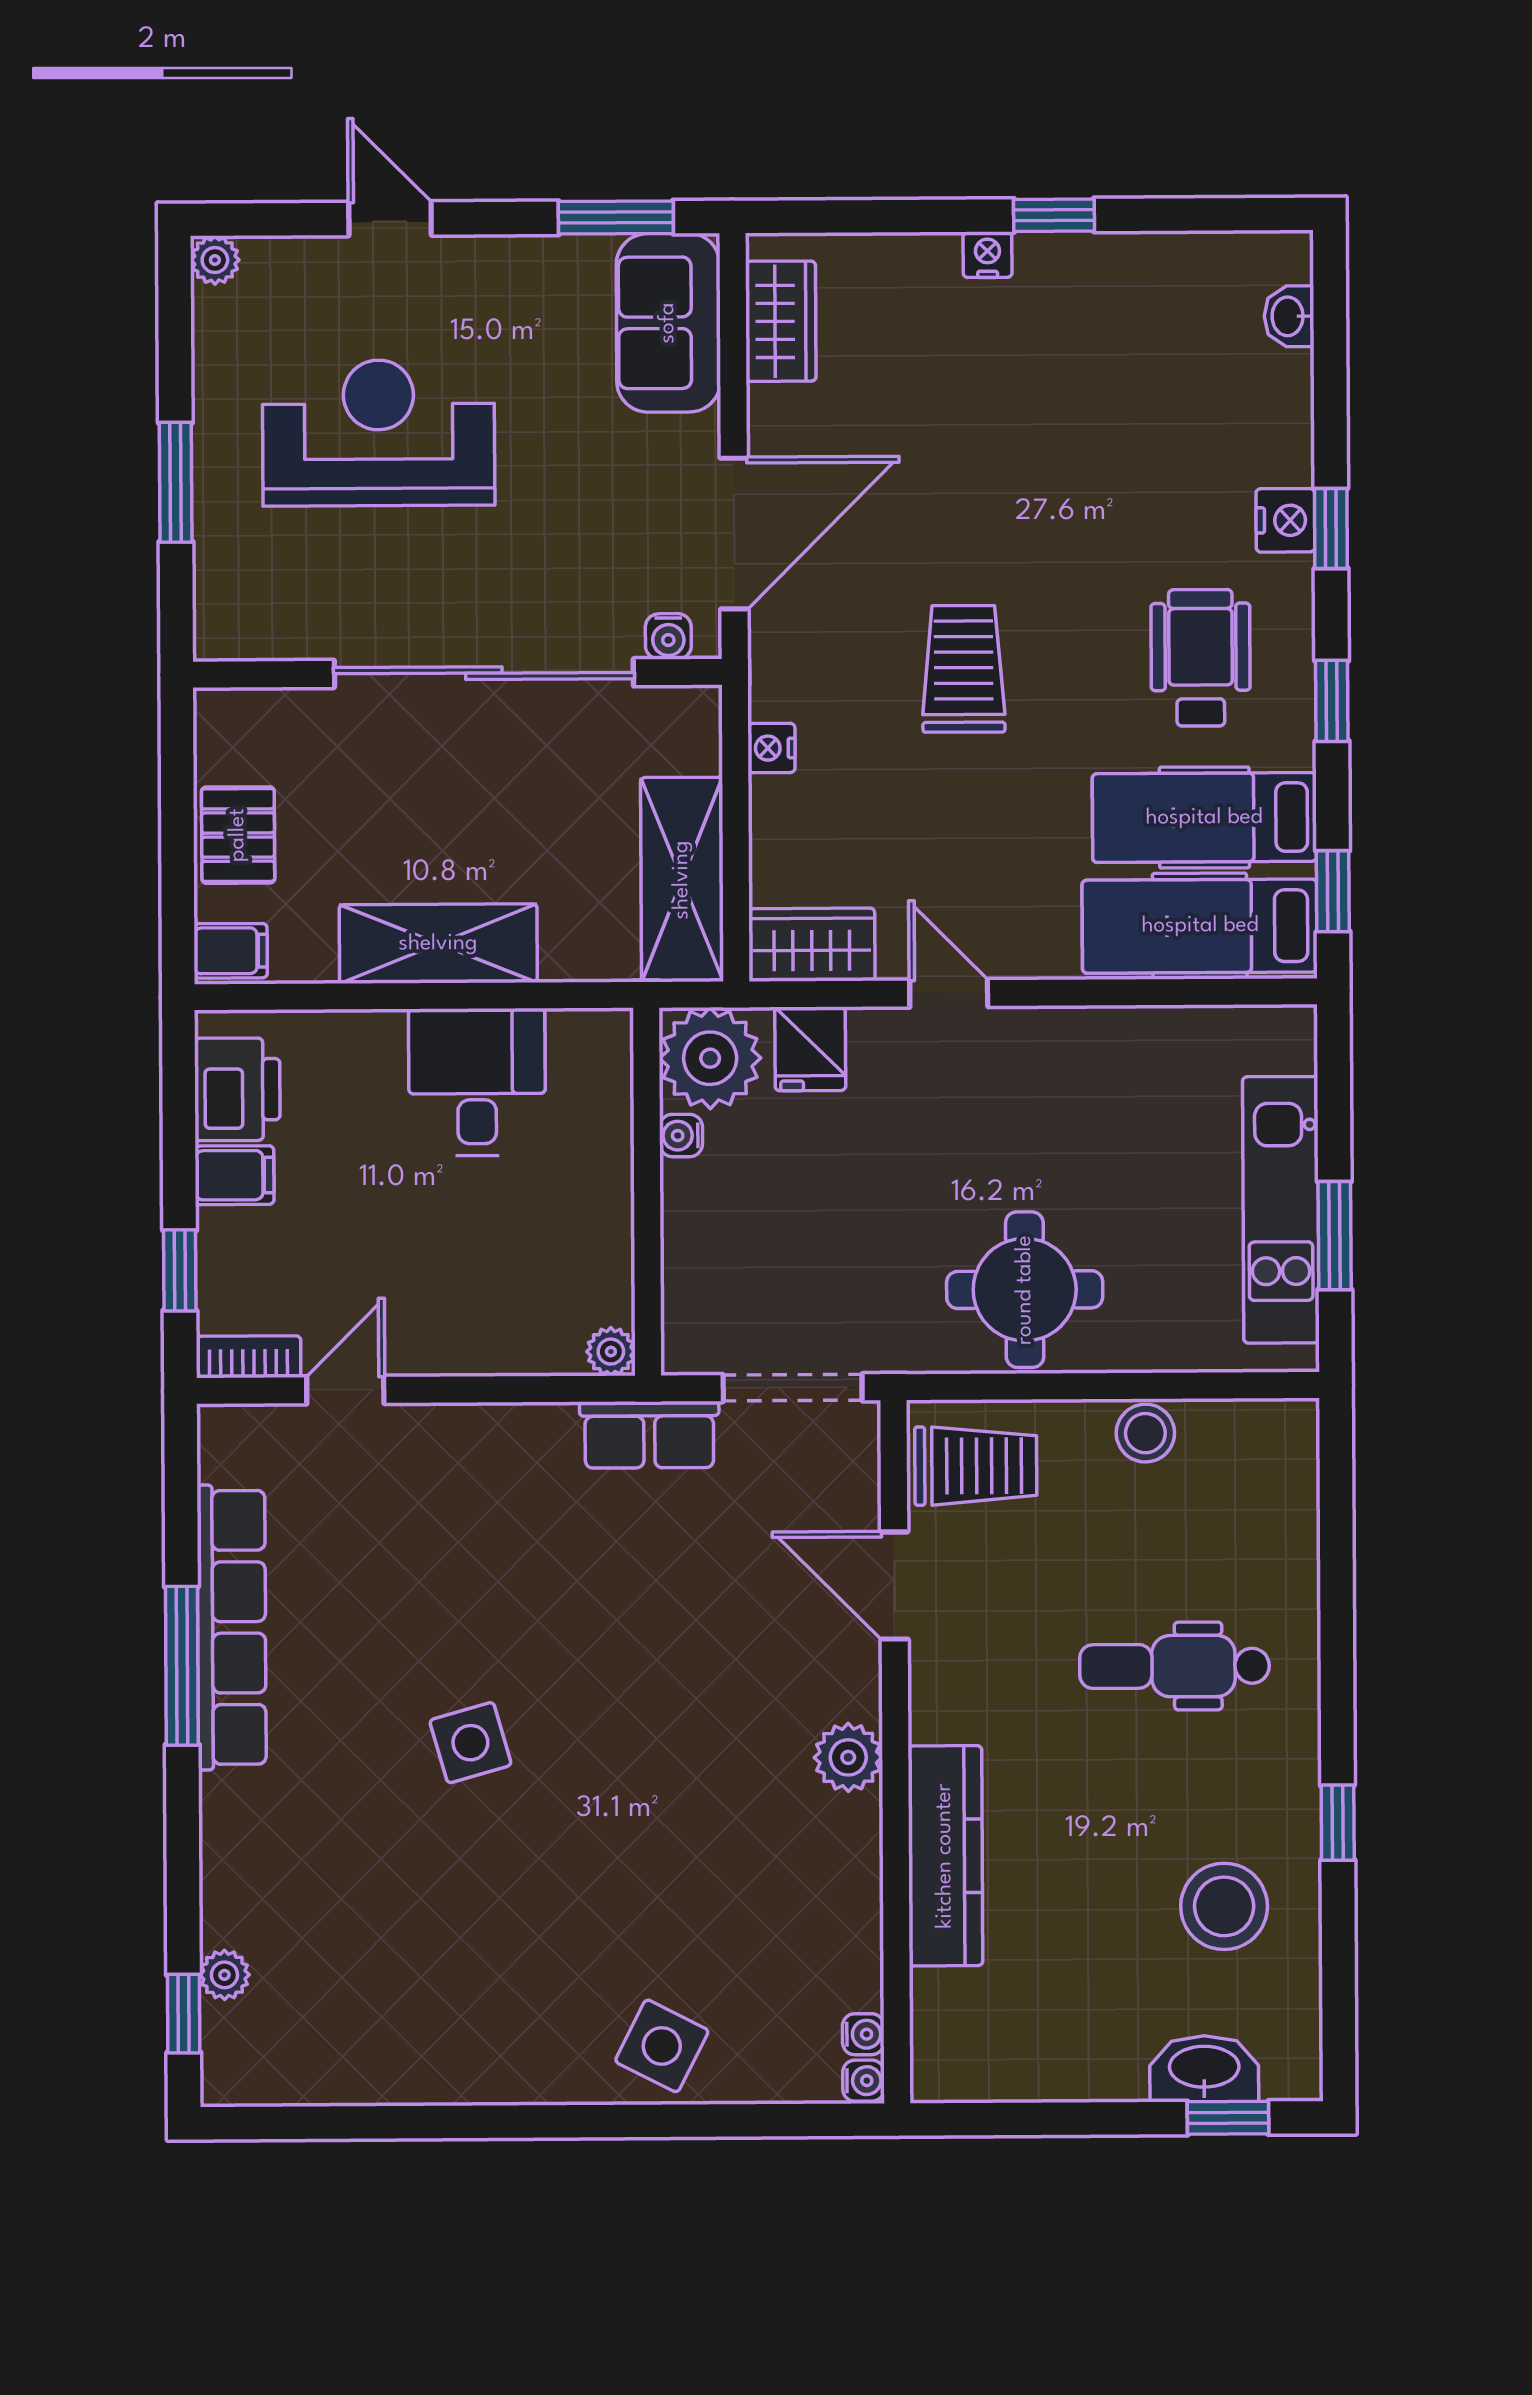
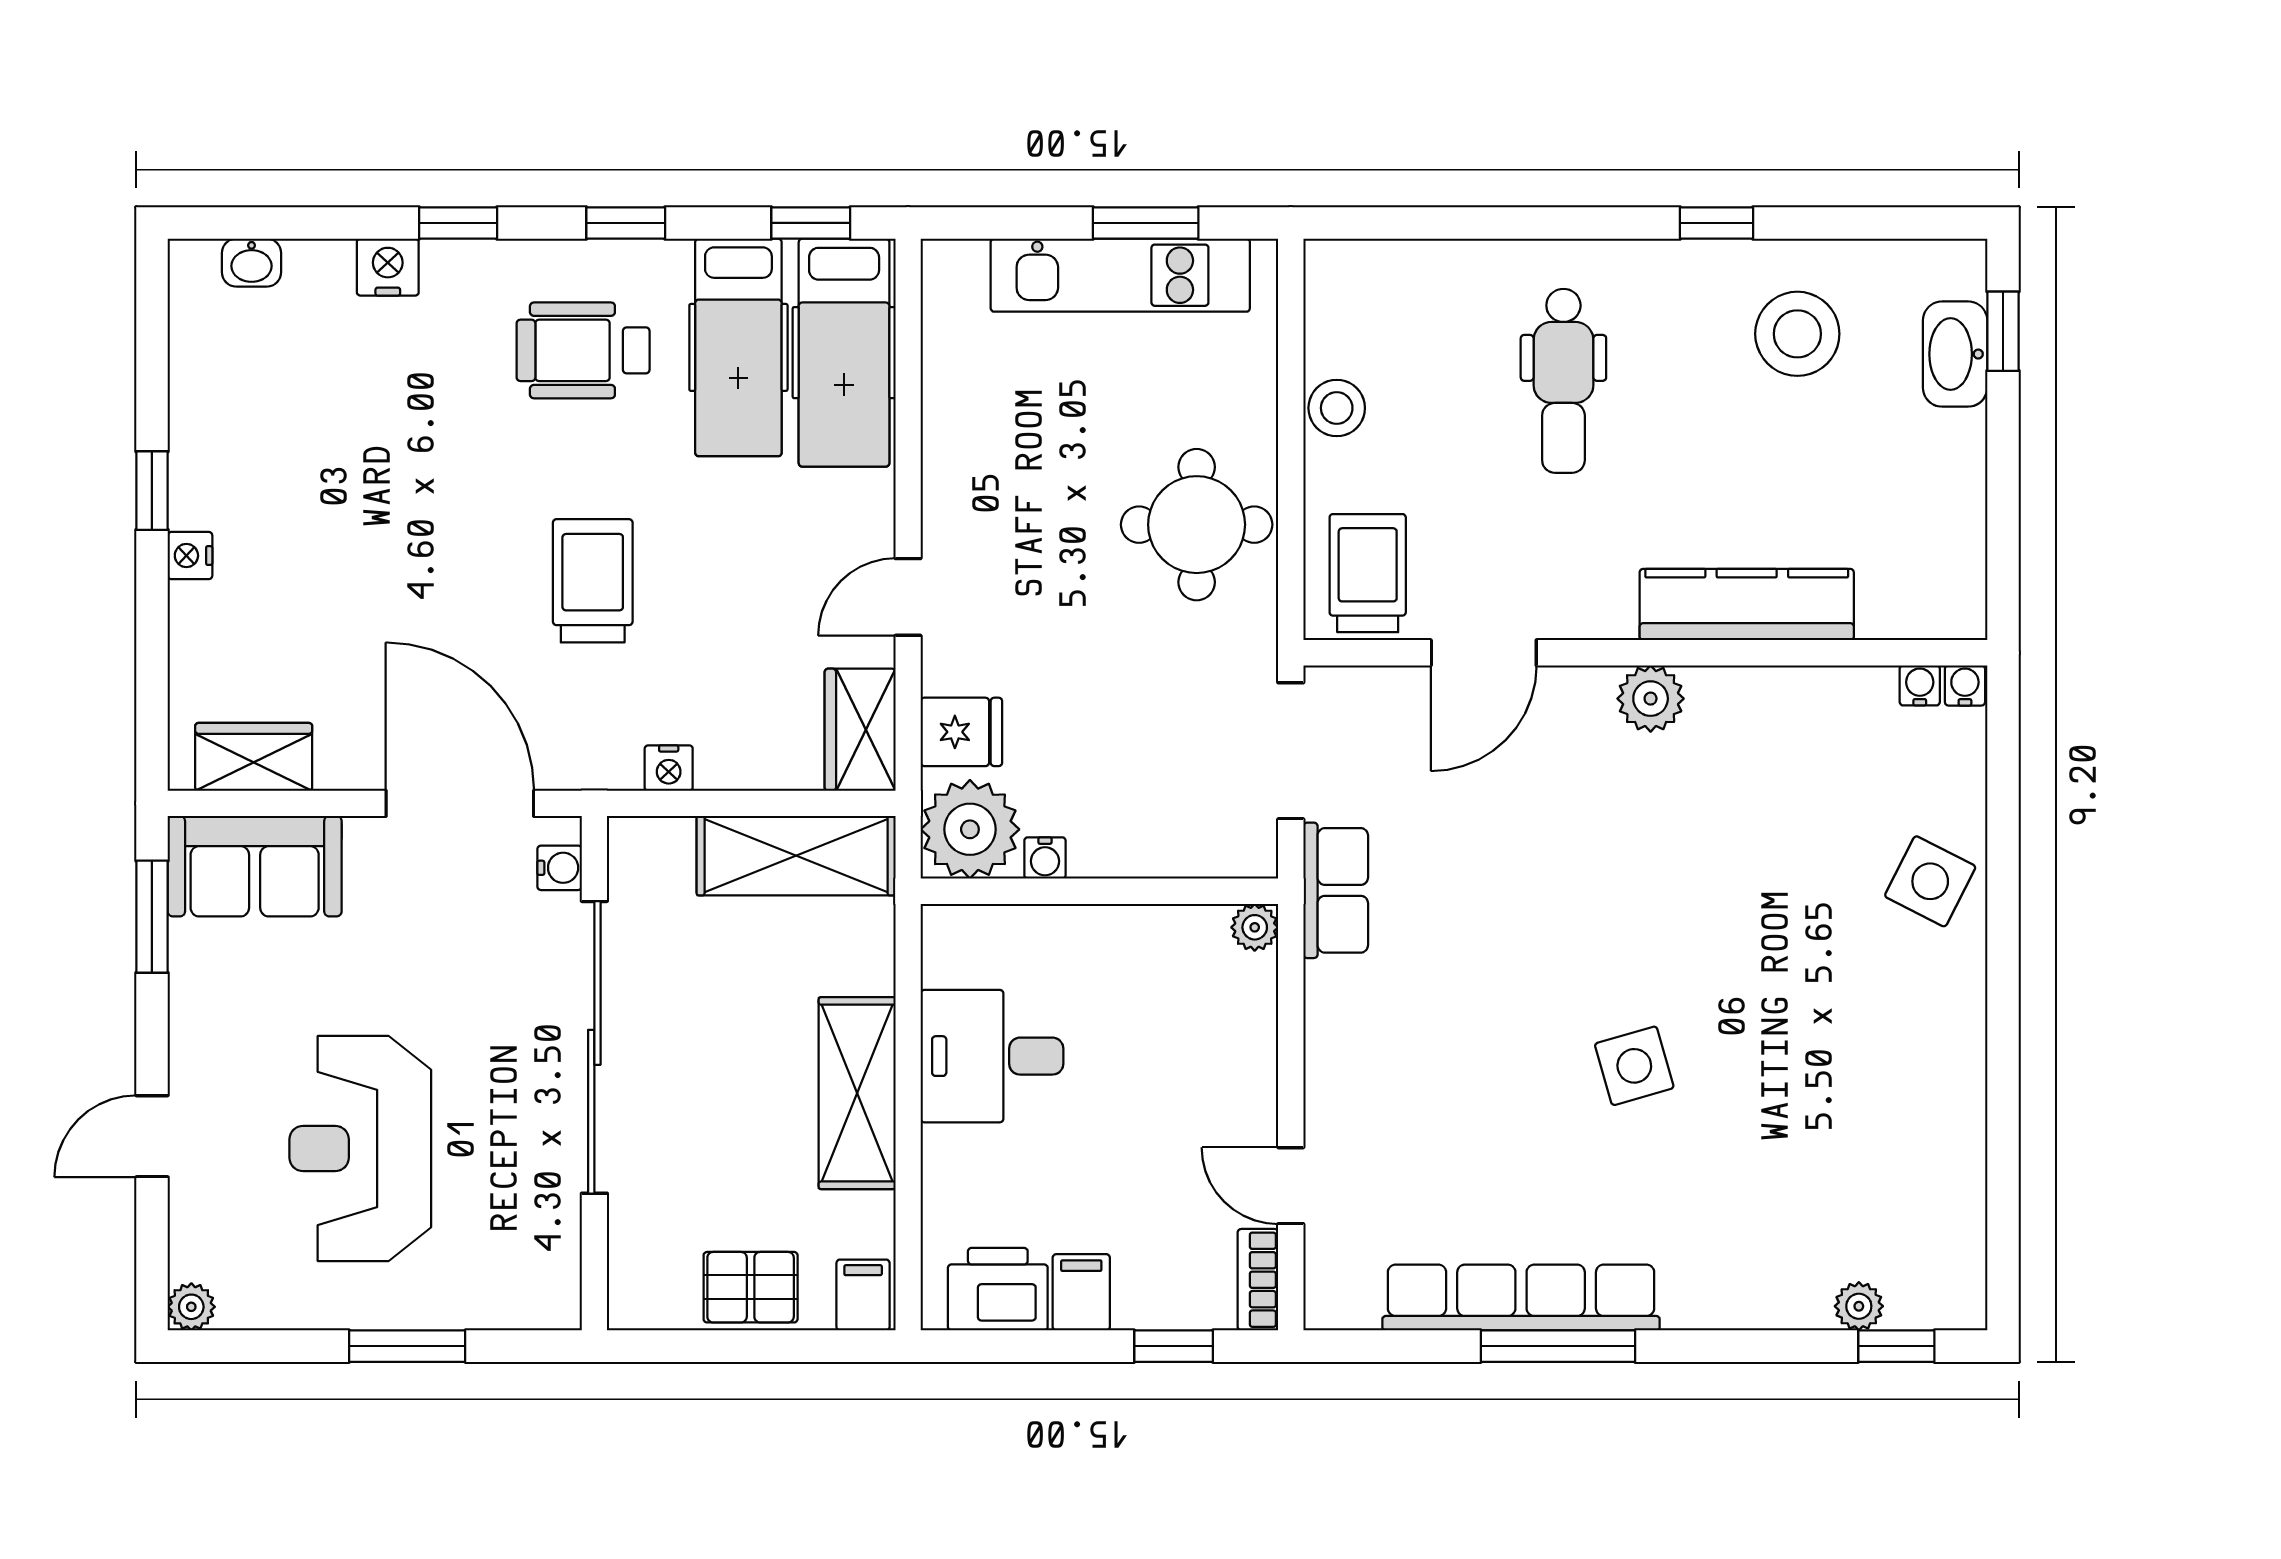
nightstand: (1285, 520) -> (388, 267), moved
trolley: (964, 669) -> (593, 581), turned 90

